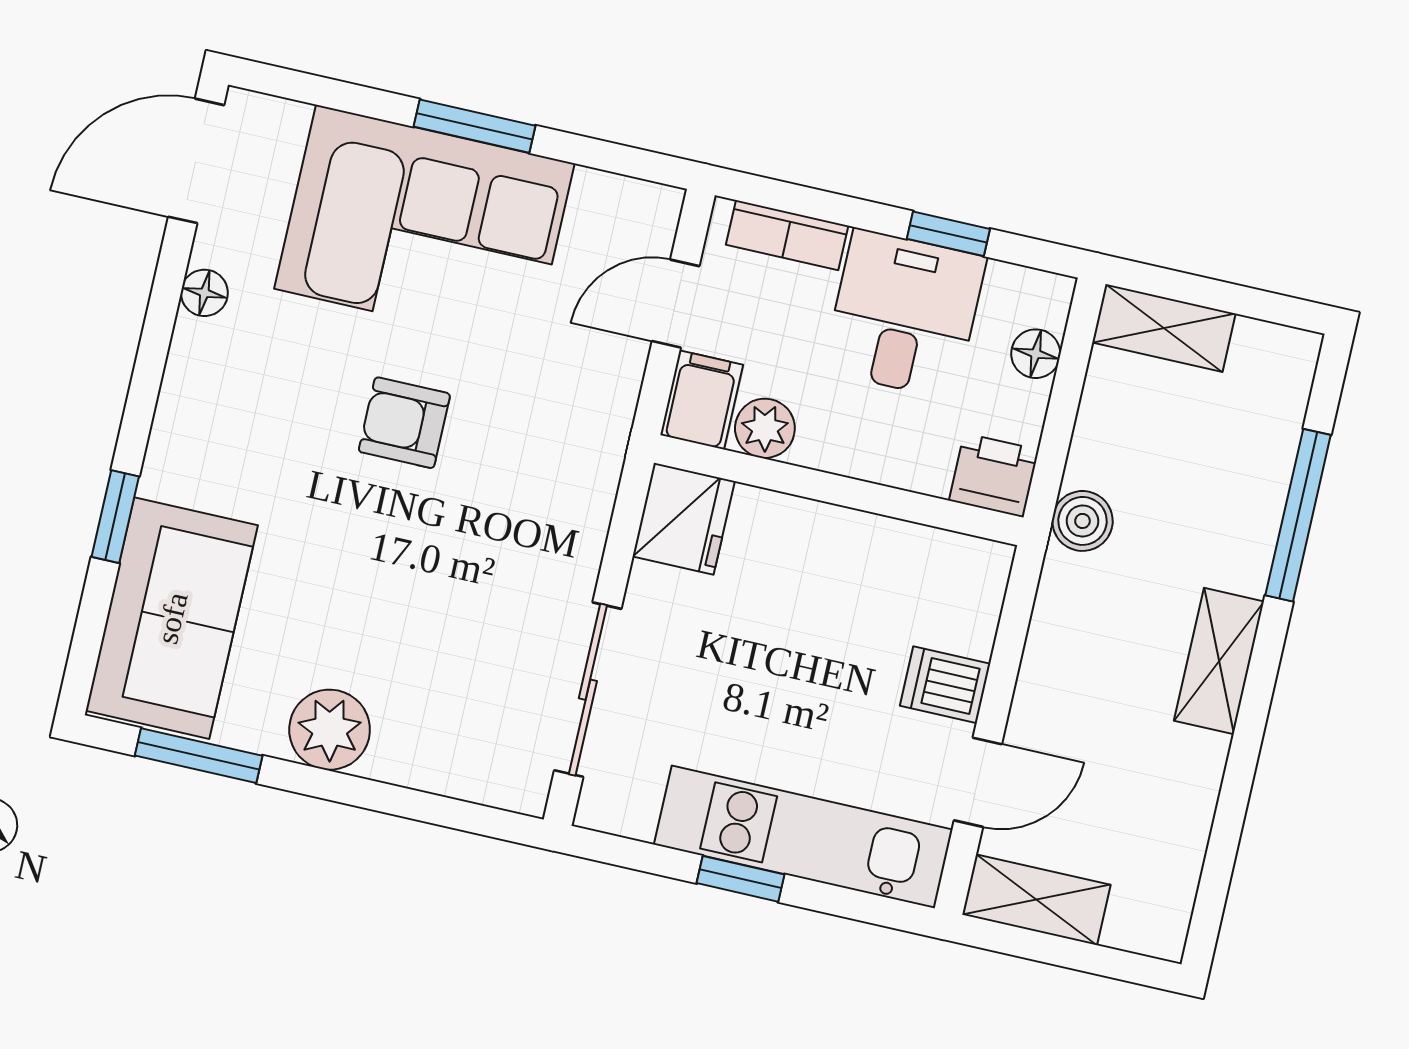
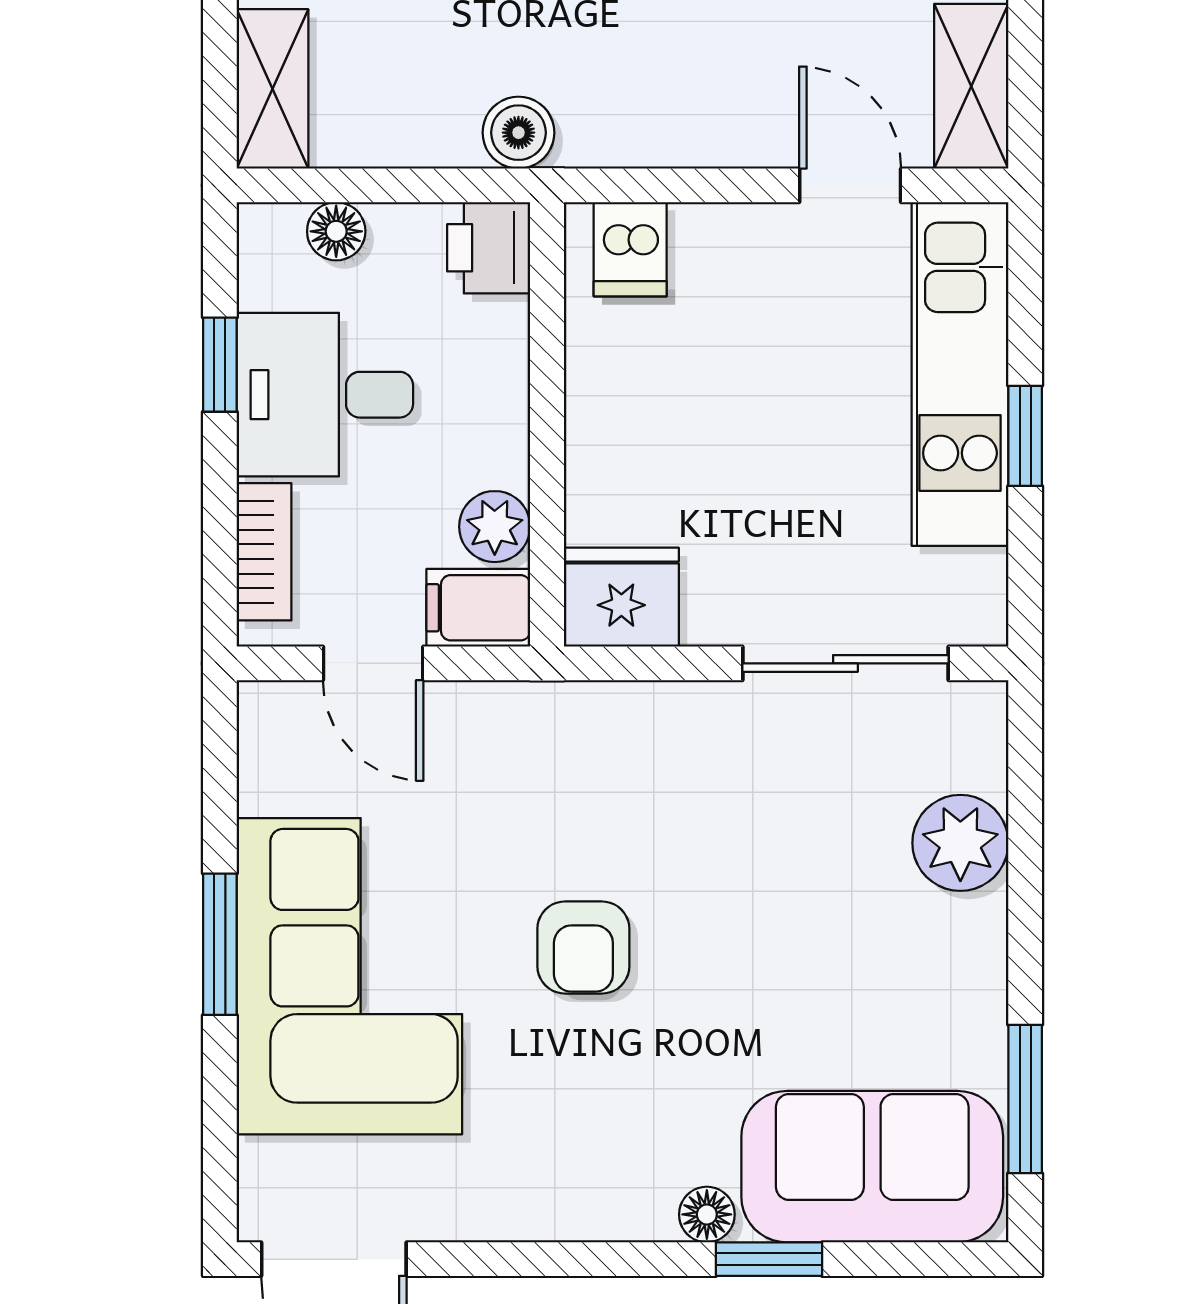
floor lamp: (204, 293) -> (707, 1214), moved
dishwasher: (945, 685) -> (630, 249), moved
plant: (330, 730) -> (960, 843), moved

